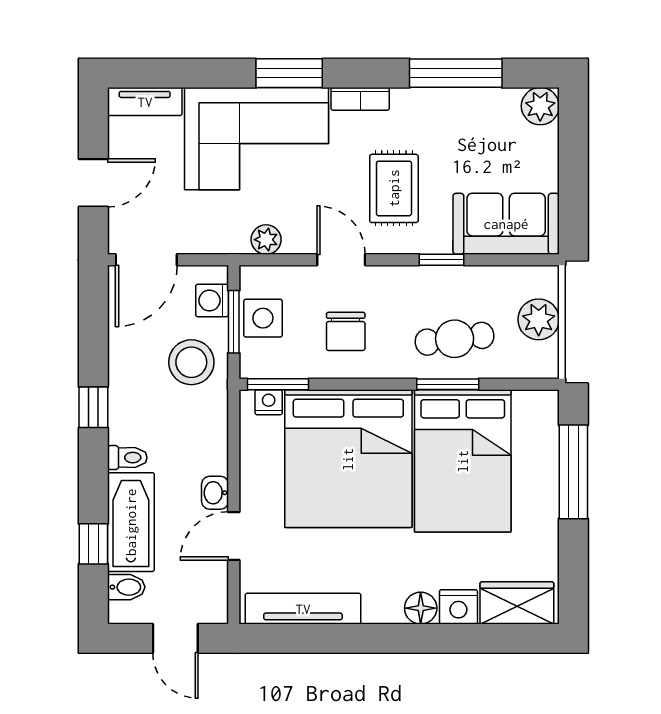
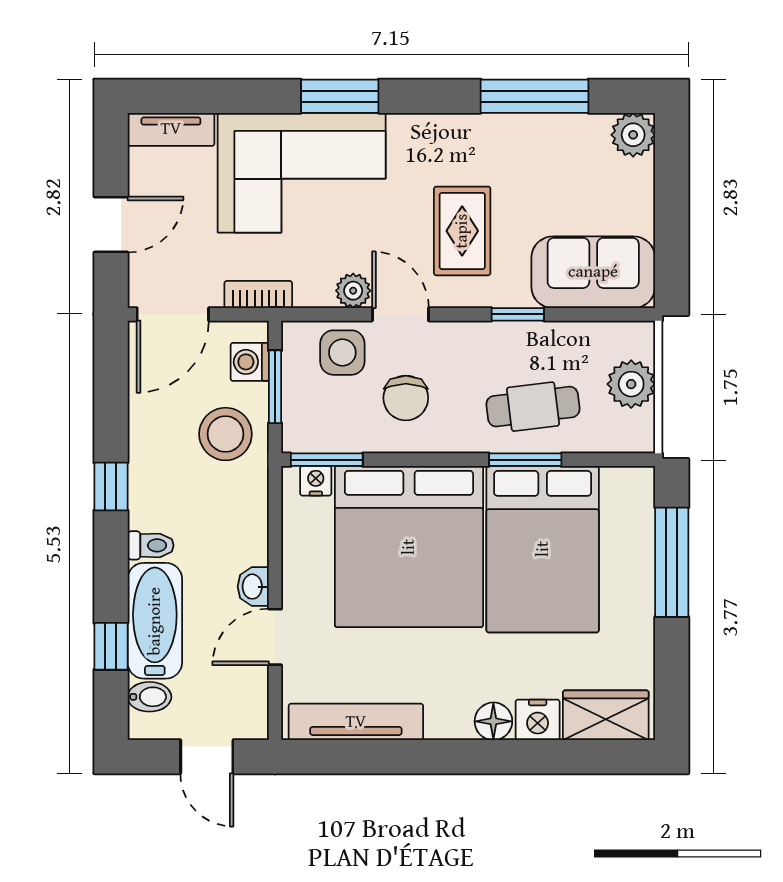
bookcase: (360, 99) -> (258, 295), moved, turned 180
plant: (266, 240) -> (353, 291), moved
side table: (263, 318) -> (342, 353), moved

